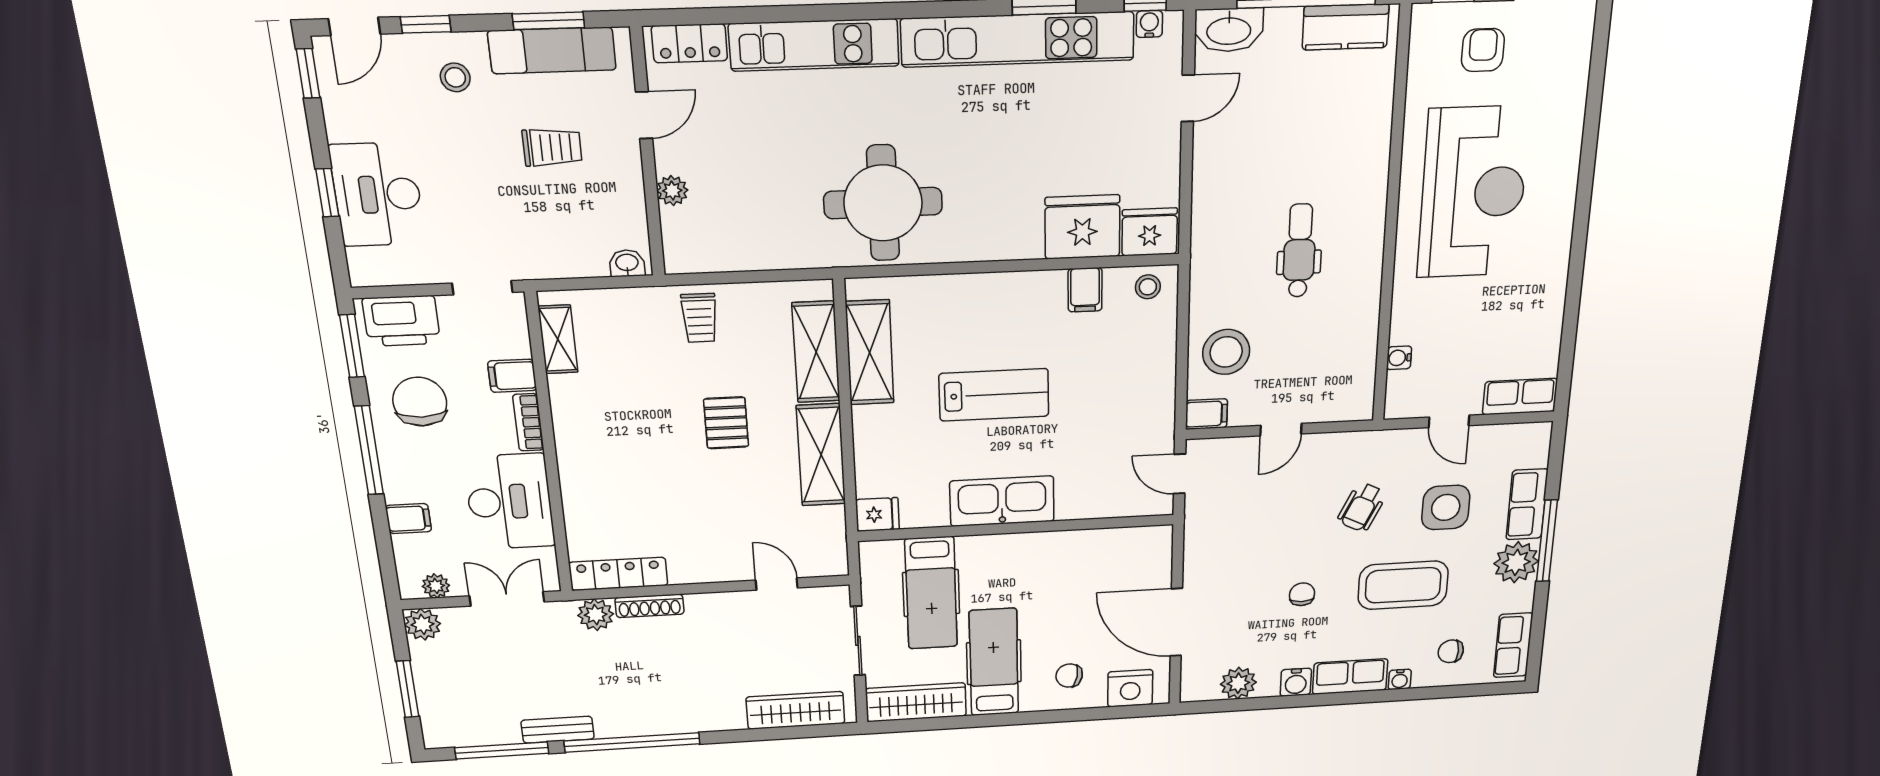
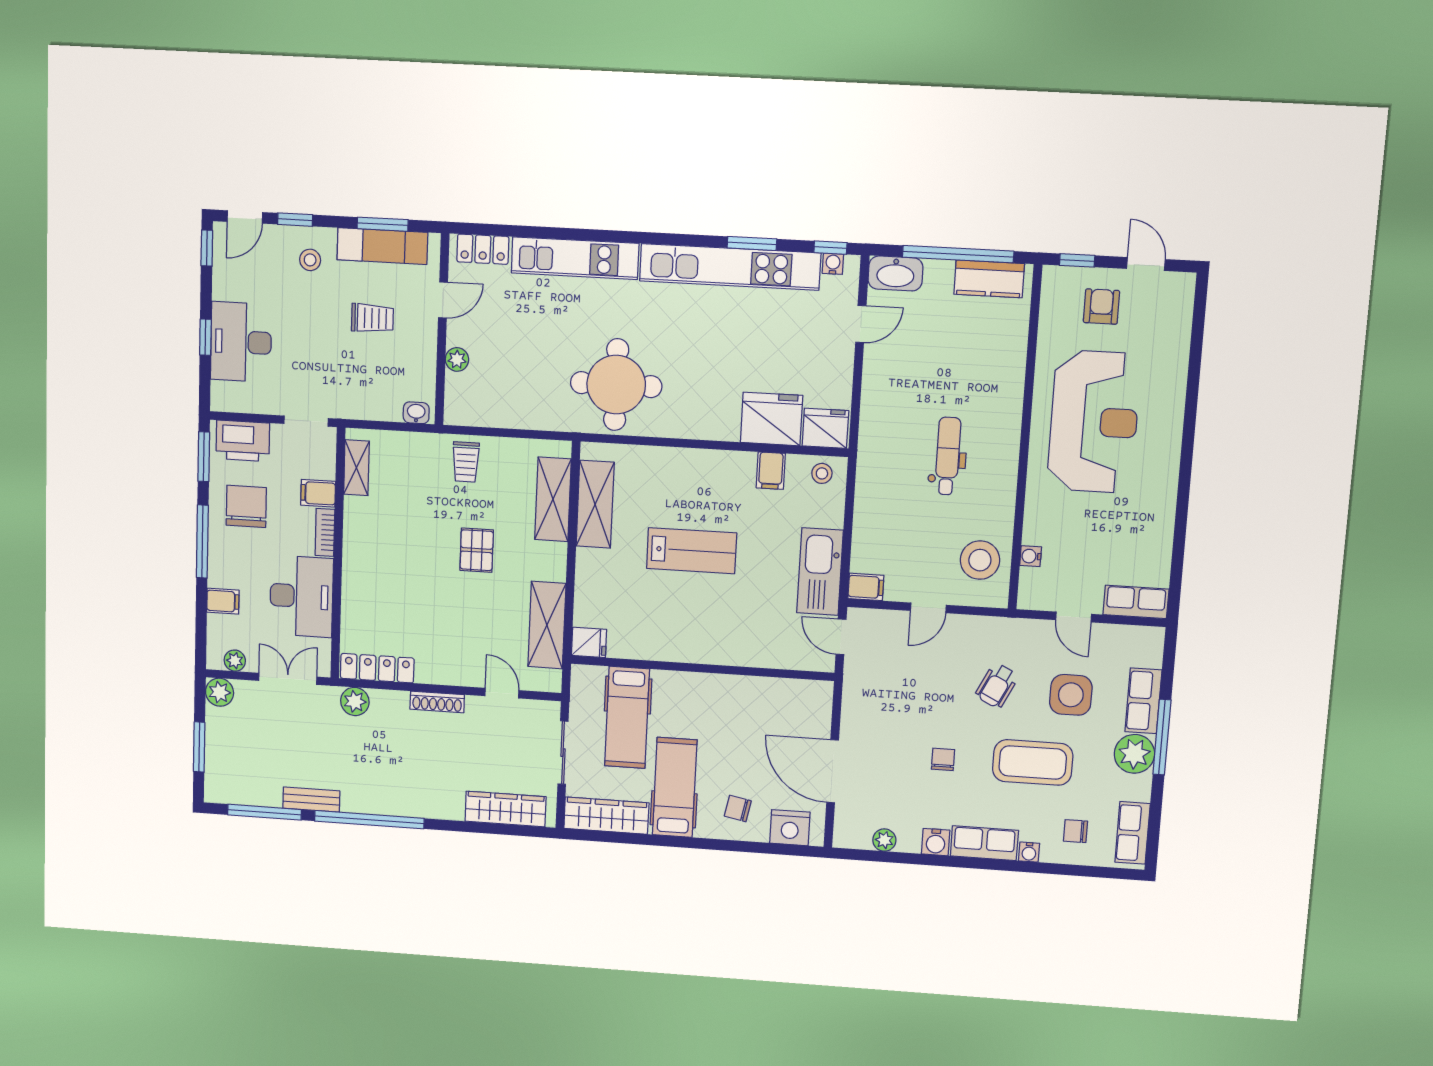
stool: (1226, 352) -> (980, 560), moved
shelving: (821, 455) -> (547, 625), moved
kitchen sink: (1002, 501) -> (820, 572), moved, turned -90
shoe rack: (649, 606) -> (437, 702), moved
plant: (1238, 683) -> (884, 840), width x0.73, depth x0.73

